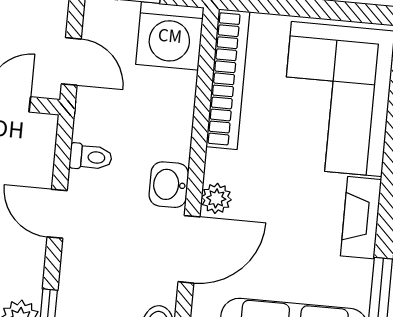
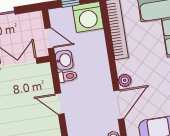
washbasin: (169, 185) -> (64, 60), moved, turned 180

